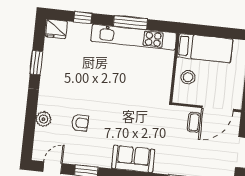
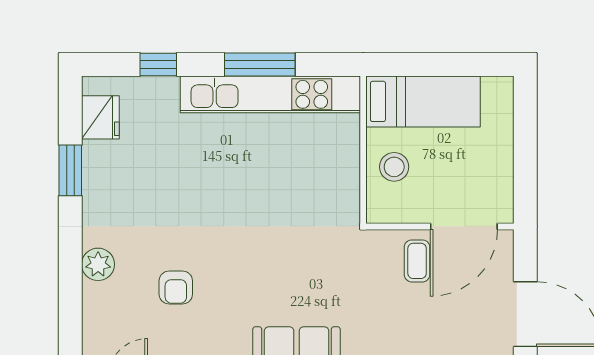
fridge: (56, 29) -> (100, 117), moved, turned -90
plant: (44, 119) -> (98, 264), moved
armchair: (80, 123) -> (176, 287), turned 88

